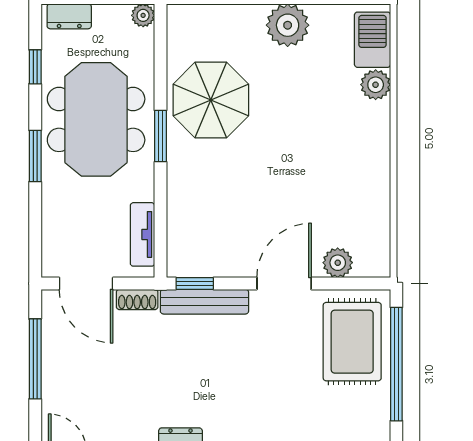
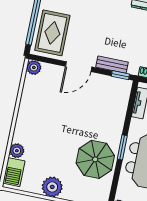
plant: (338, 263) -> (34, 68), moved
bench: (204, 302) -> (112, 65), width x0.73

